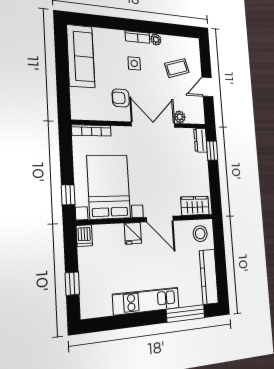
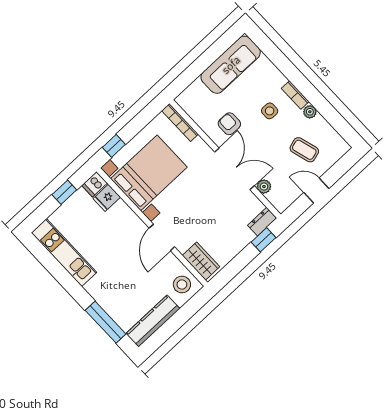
fridge: (133, 233) -> (107, 198), moved
window: (72, 284) -> (64, 192), moved
kitchen unit: (146, 301) -> (64, 252), moved

